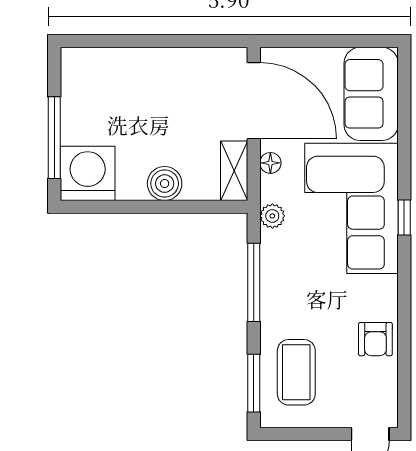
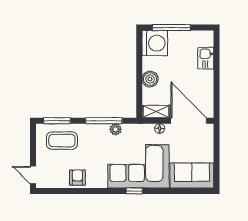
kitchen sink: (120, 64) -> (206, 58), added
door: (254, 101) -> (189, 121), swing flipped
plant: (272, 216) -> (116, 129), moved
armchair: (375, 339) -> (77, 178), turned 90

